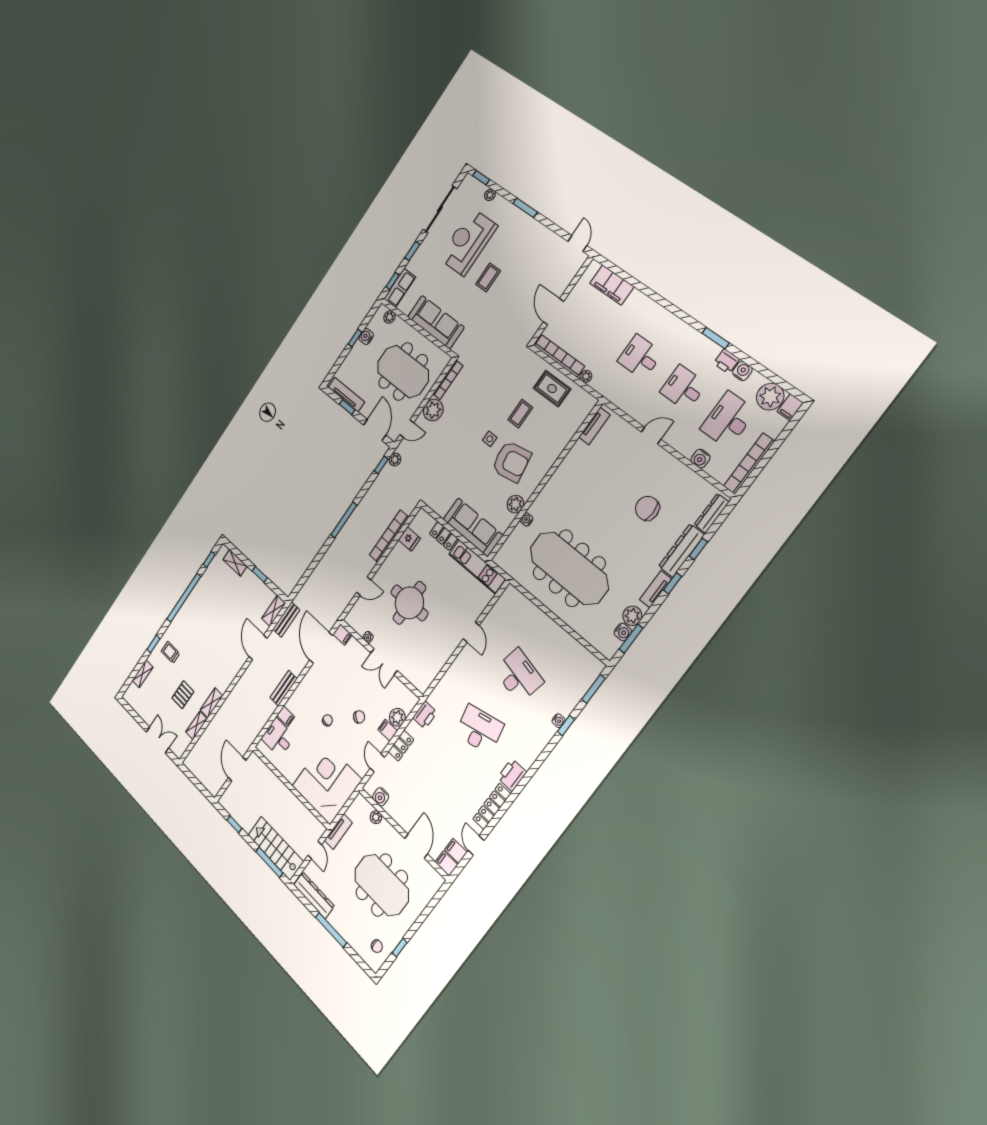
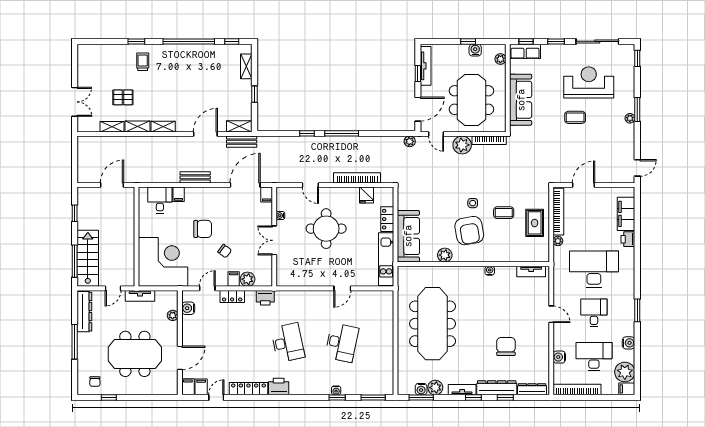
plant: (490, 195) -> (630, 118), moved
desk: (640, 357) -> (594, 269), width x1.87, depth x1.30
printer: (726, 361) -> (628, 239), moved
window: (381, 465) -> (307, 133), moved
water cooler: (527, 519) -> (490, 271), moved
shelving: (143, 674) -> (163, 127), moved
chair: (327, 720) -> (203, 229), width x1.87, depth x1.87
meeting table: (382, 885) -> (135, 354), turned 90

